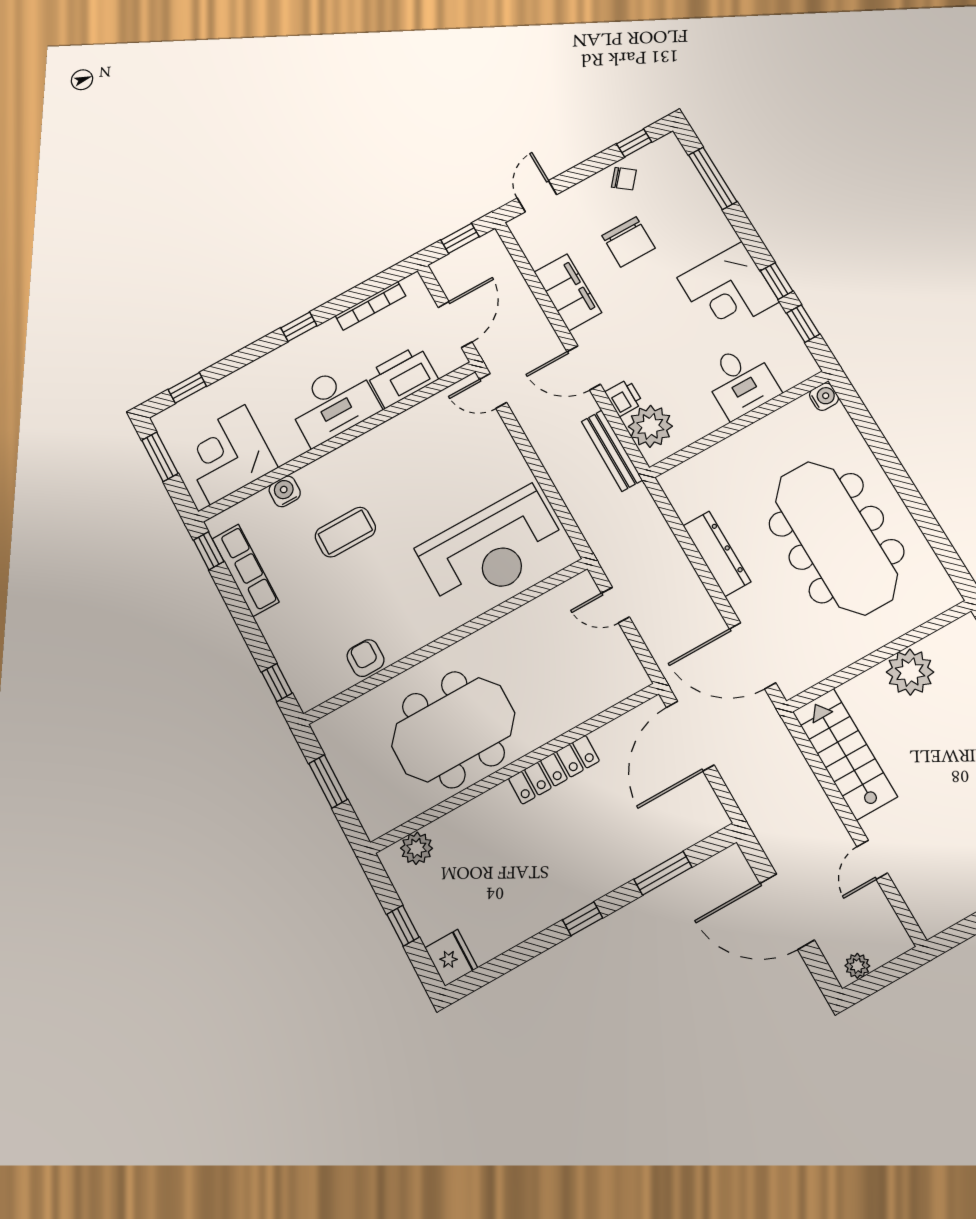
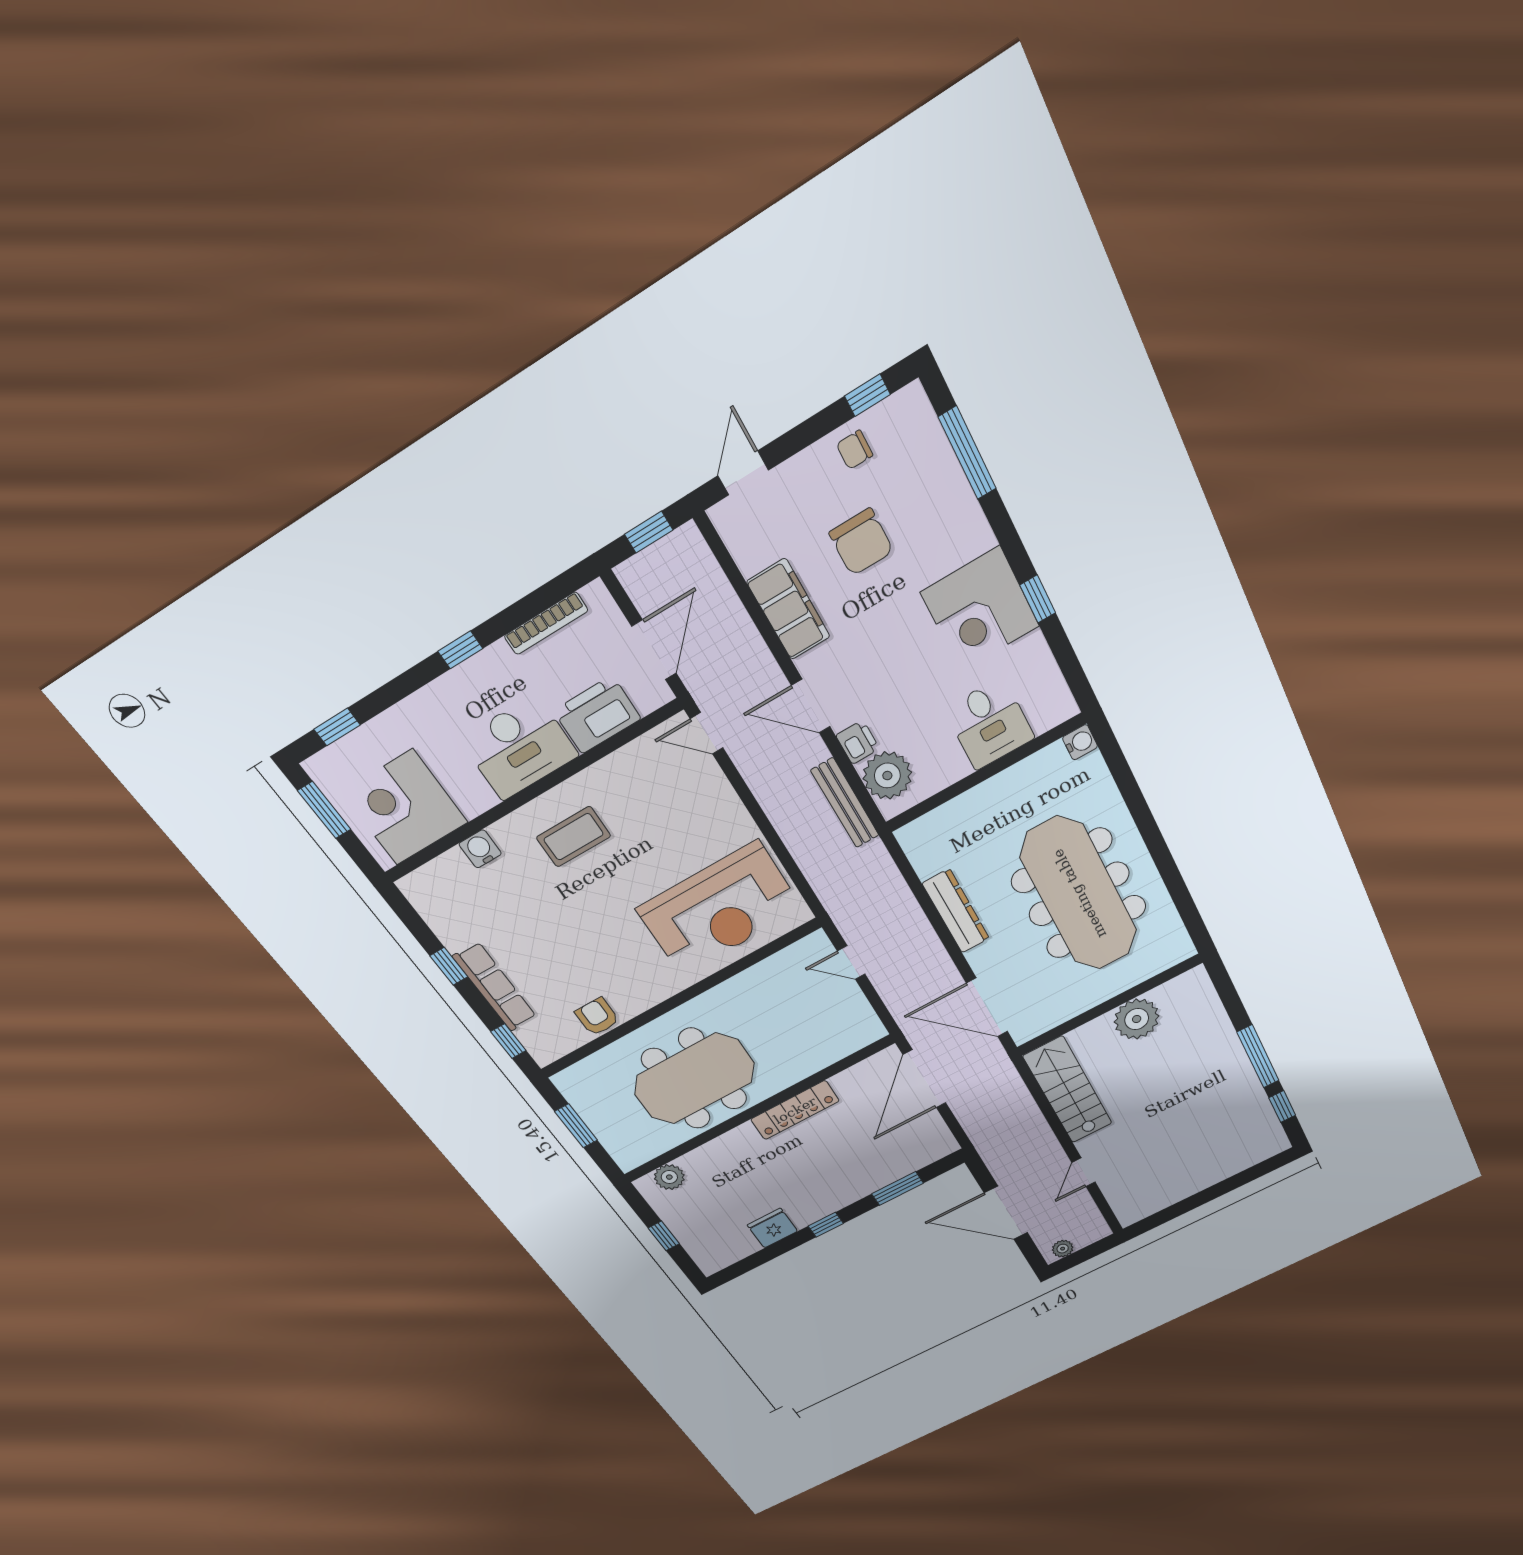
chair: (624, 179) -> (855, 450), turned 141
window: (803, 324) -> (1064, 654), removed
coffee table: (345, 532) -> (574, 837), moved
window: (209, 551) -> (449, 966), moved
row of seats: (245, 570) -> (495, 987), moved
fridge: (451, 958) -> (772, 1228), moved, turned -90

